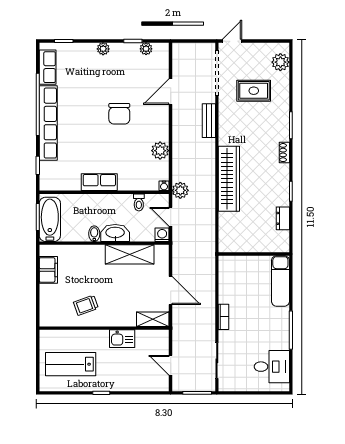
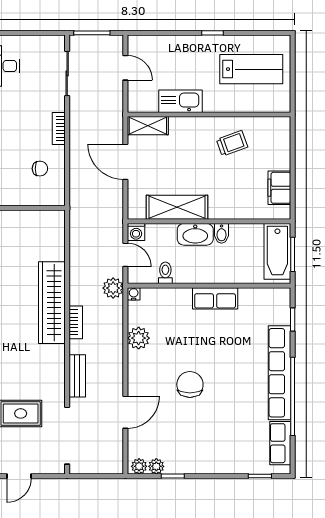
door: (232, 41) -> (19, 476), moved
plant: (103, 49) -> (139, 466), moved
bookcase: (210, 163) -> (76, 322), added
chair: (238, 285) -> (40, 169), added
kitchen sink: (122, 339) -> (180, 101), width x1.38

